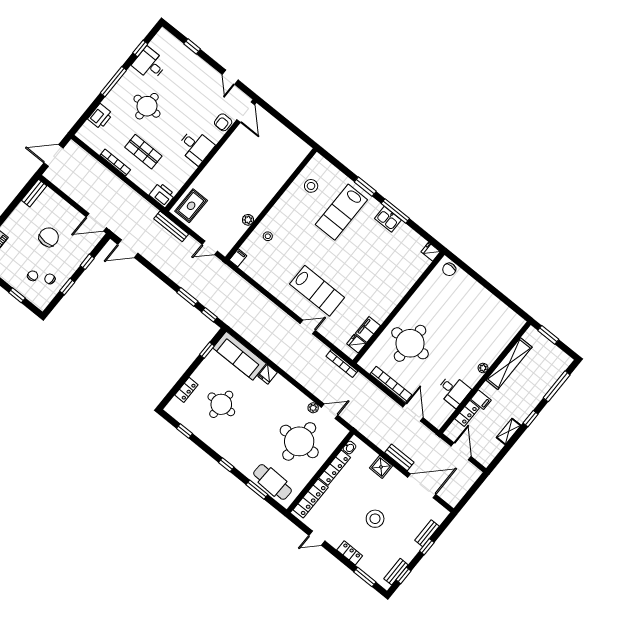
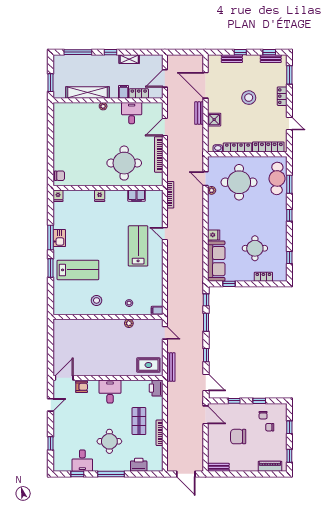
stool: (311, 186) -> (97, 300), moved
window: (155, 271) -> (206, 355), added
fridge: (356, 344) -> (100, 196), moved

